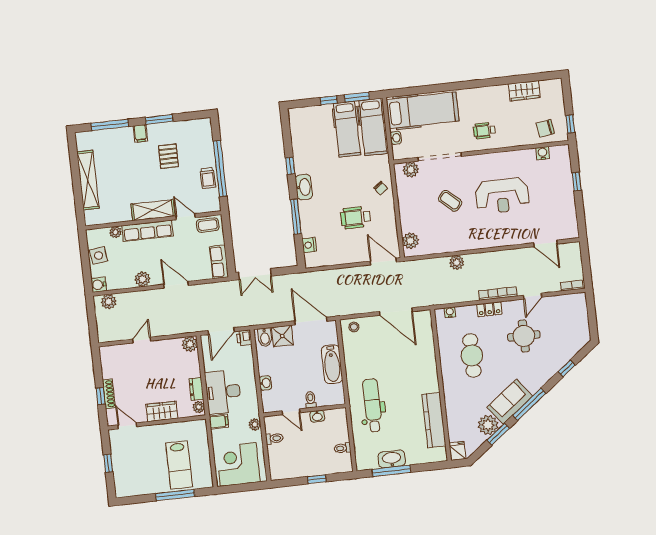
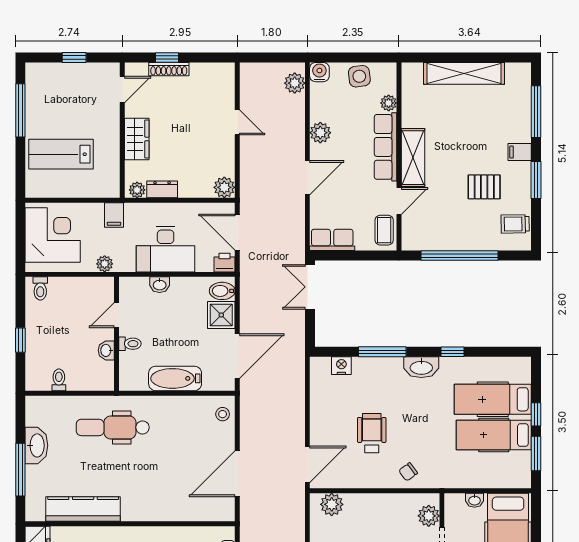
hospital bed: (373, 127) -> (493, 399), moved
trolley: (208, 178) -> (515, 224), moved
desk: (223, 392) -> (166, 249), moved, turned 180
dental chair: (372, 405) -> (113, 427), turned 180
toilet: (274, 438) -> (40, 288), moved
window: (391, 471) -> (20, 470), moved
window: (175, 495) -> (20, 110), moved

